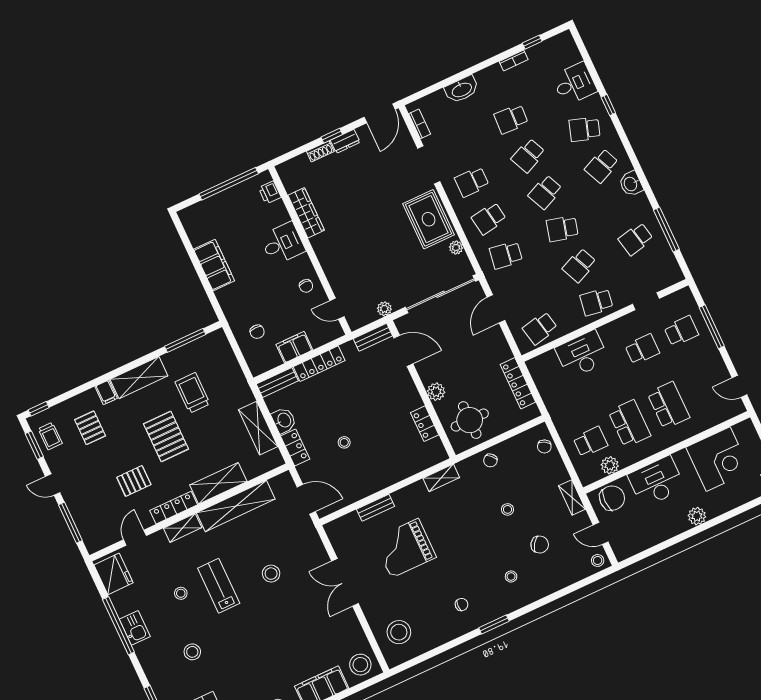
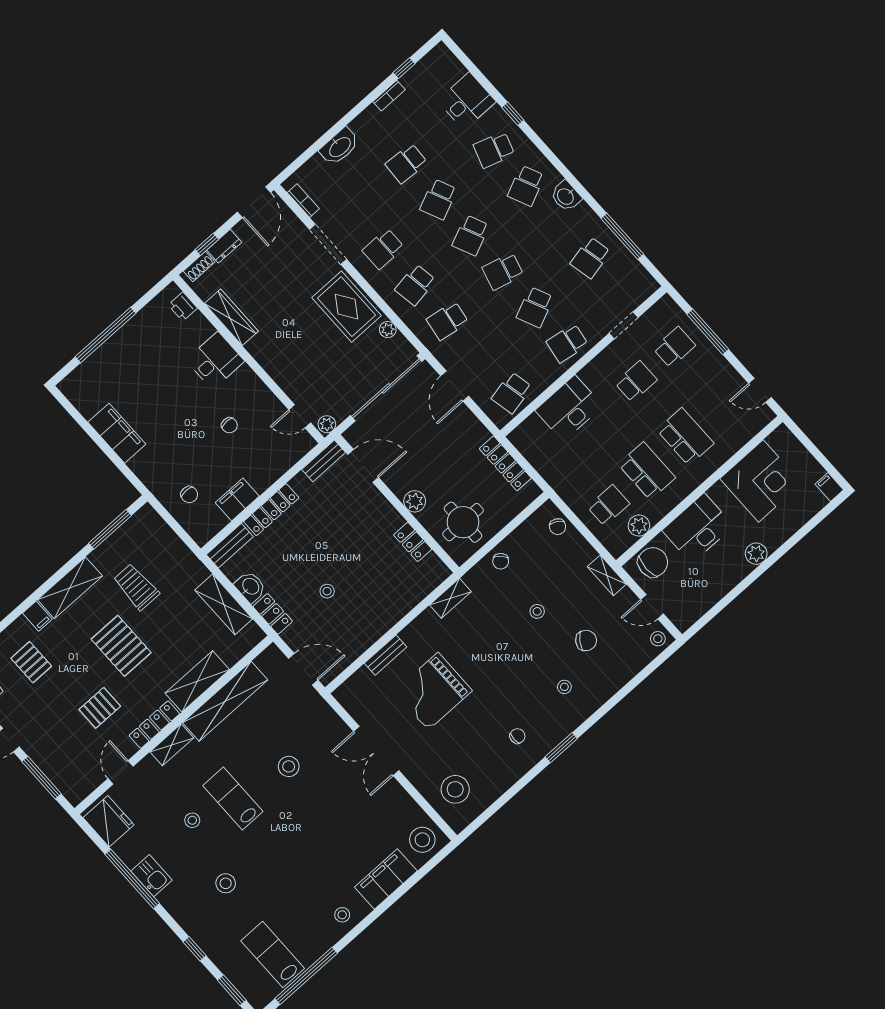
printer: (270, 192) -> (183, 306), moved
wardrobe: (306, 213) -> (231, 317), moved
desk: (283, 244) -> (215, 361), moved
wall: (310, 251) -> (249, 359), moved
door: (337, 309) -> (300, 416), moved

